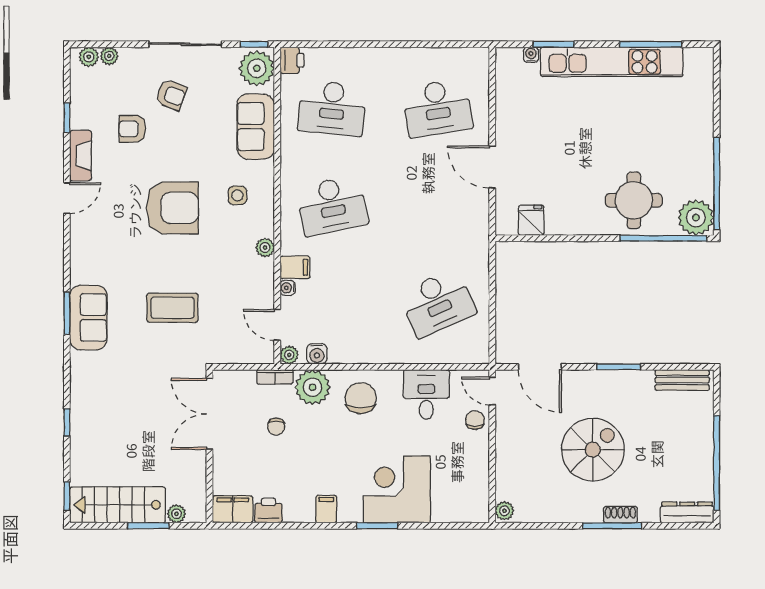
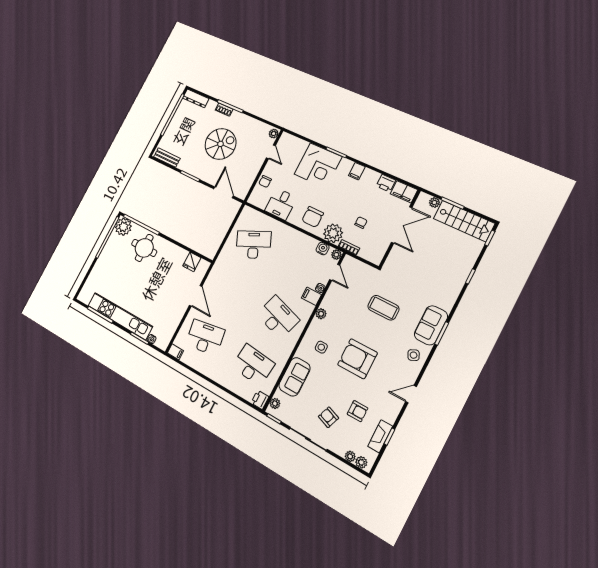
filing cabinet: (476, 57) -> (175, 352), added
plant: (257, 68) -> (275, 403), width x0.53, depth x0.53
fireplace: (80, 156) -> (380, 436), moved
desk: (332, 206) -> (278, 317), turned 30
side table: (92, 259) -> (414, 355), added
door: (492, 391) -> (271, 152), moved
double door: (209, 414) -> (402, 225), moved
spiral stairs: (593, 450) -> (220, 144), turned 180

